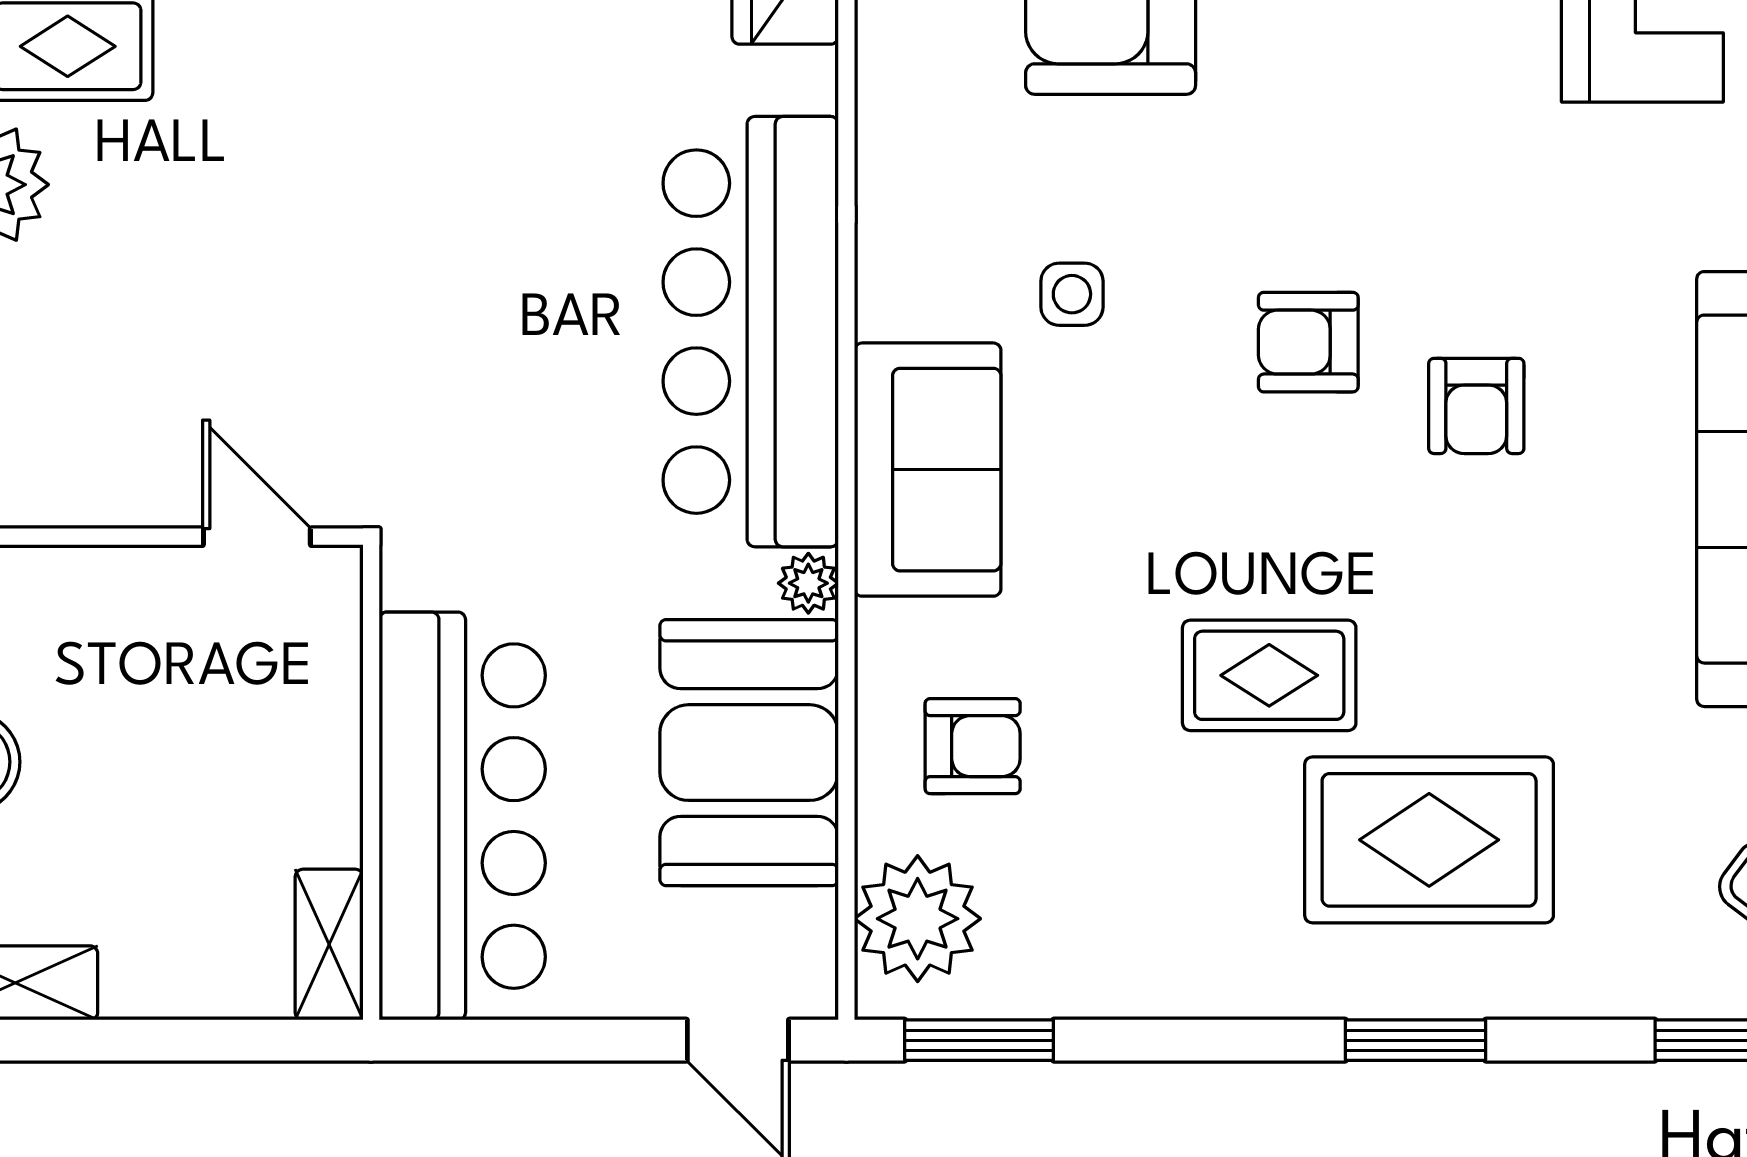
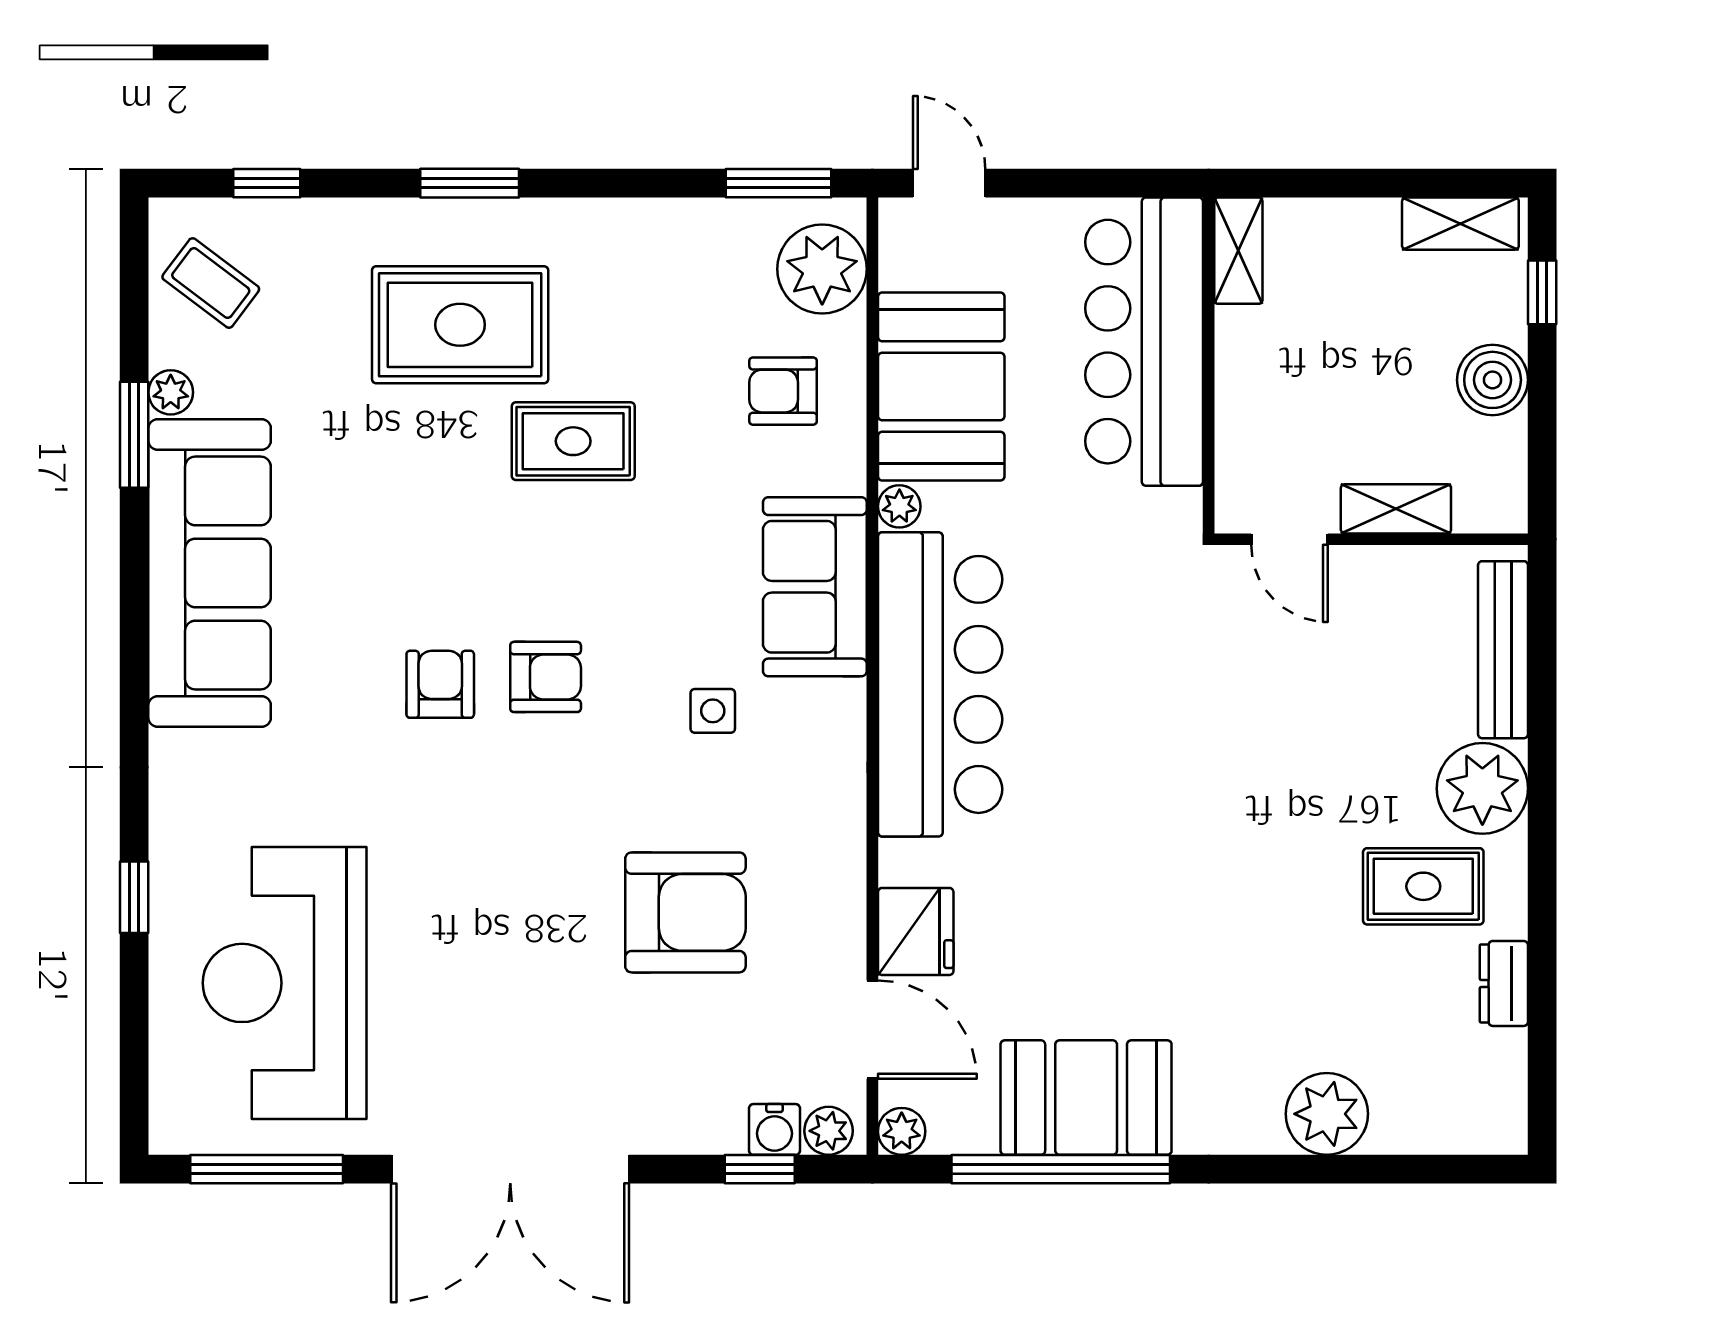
armchair: (1476, 406) -> (440, 684), moved
shelving: (106, 580) -> (1396, 509), added

